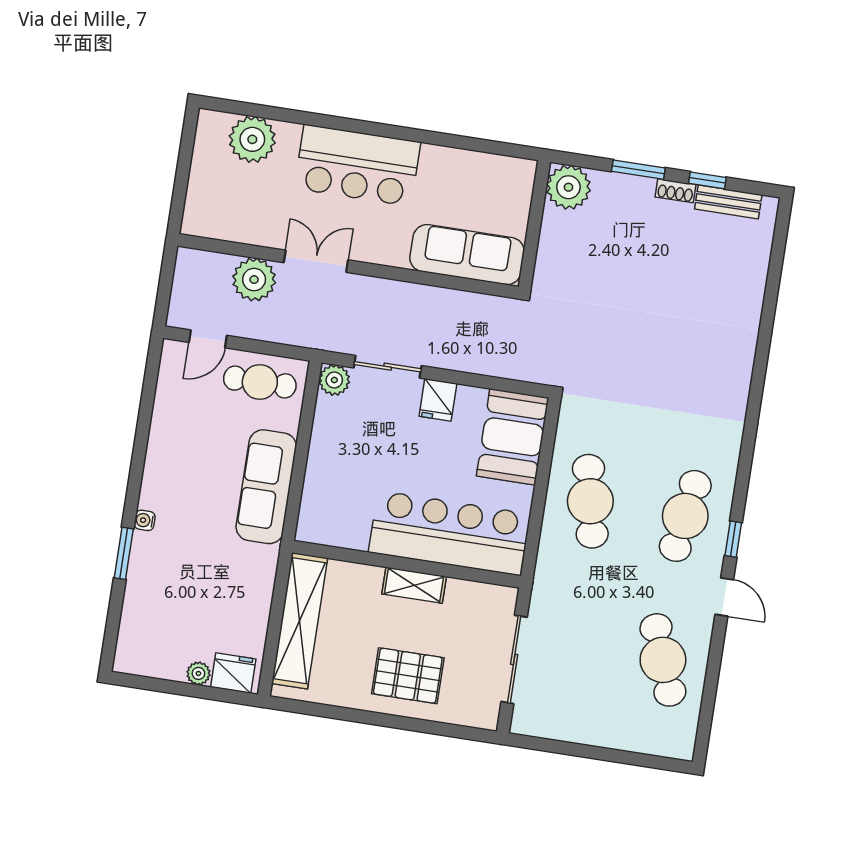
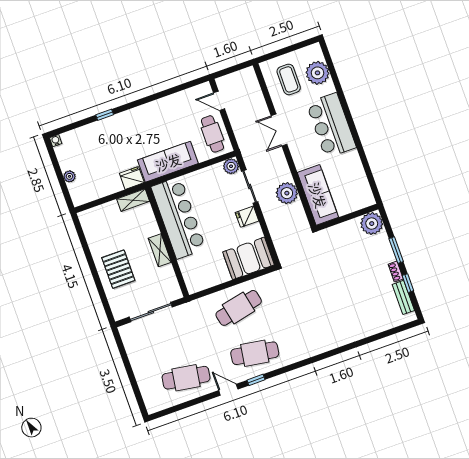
coffee table: (236, 196) -> (289, 79), added
double door: (316, 261) -> (279, 130), swing flipped
plant: (254, 280) -> (287, 193), moved
water cooler: (145, 520) -> (56, 141), moved
bar counter: (450, 533) -> (178, 218), moved
window: (124, 553) -> (105, 115), width x0.67
door: (724, 597) -> (228, 390), swing flipped
shelving: (300, 621) -> (133, 200), width x0.45, depth x0.75
cafe table: (663, 660) -> (186, 378), turned 30
fridge: (233, 673) -> (132, 178), moved, turned -90

